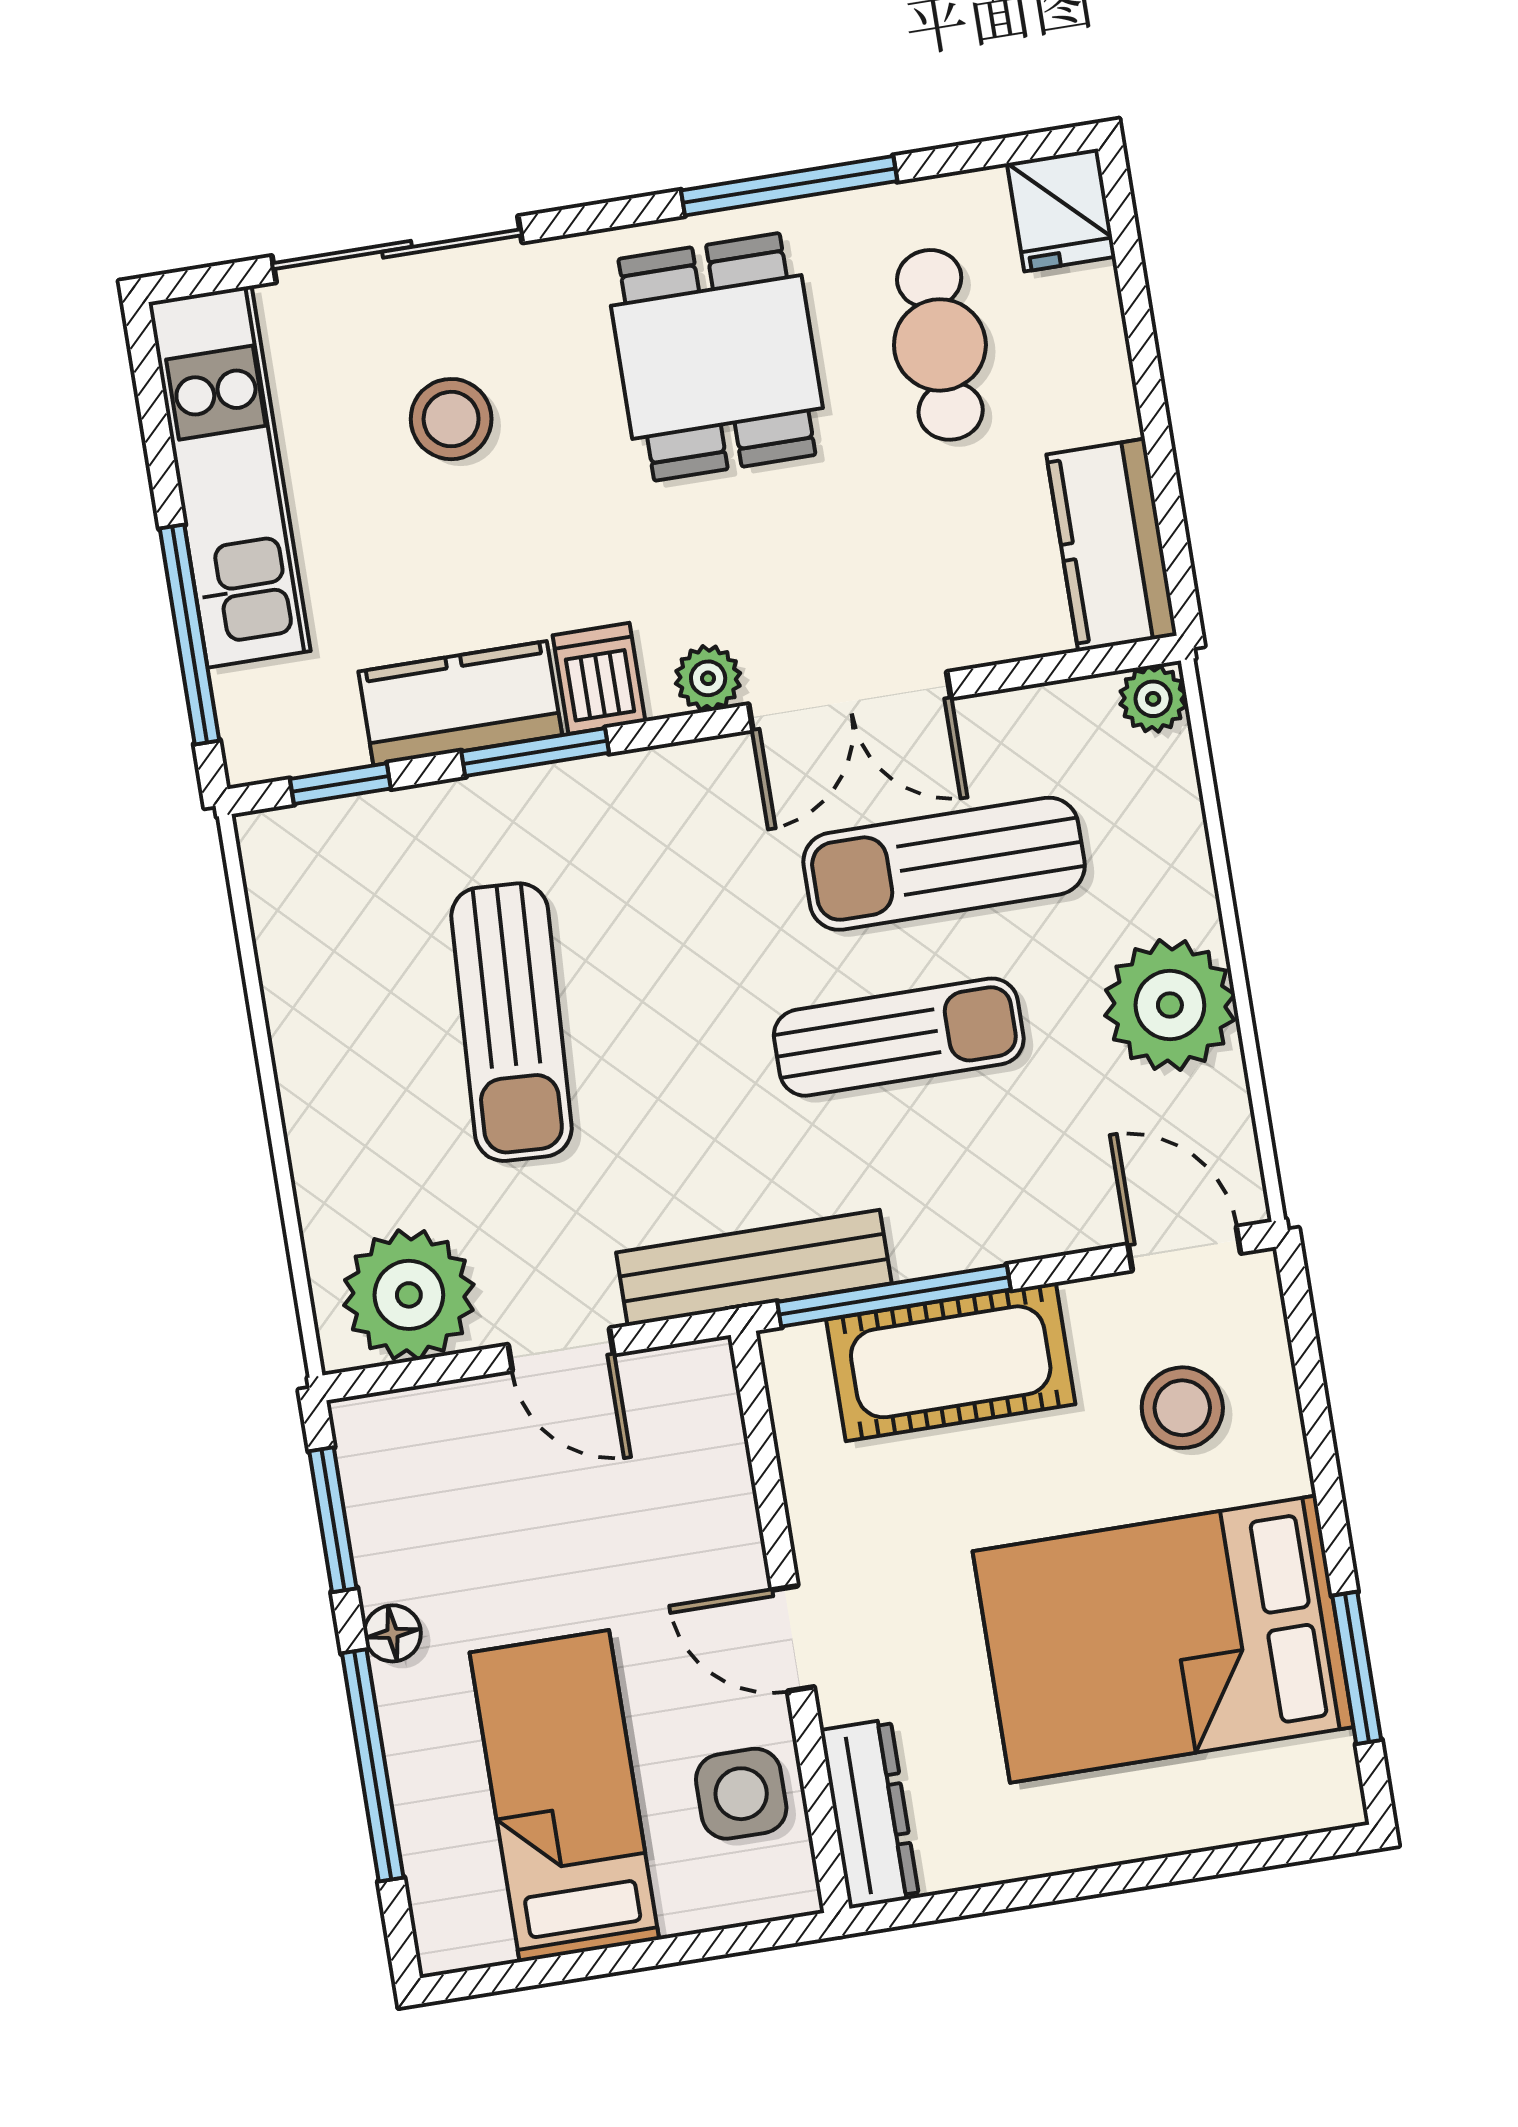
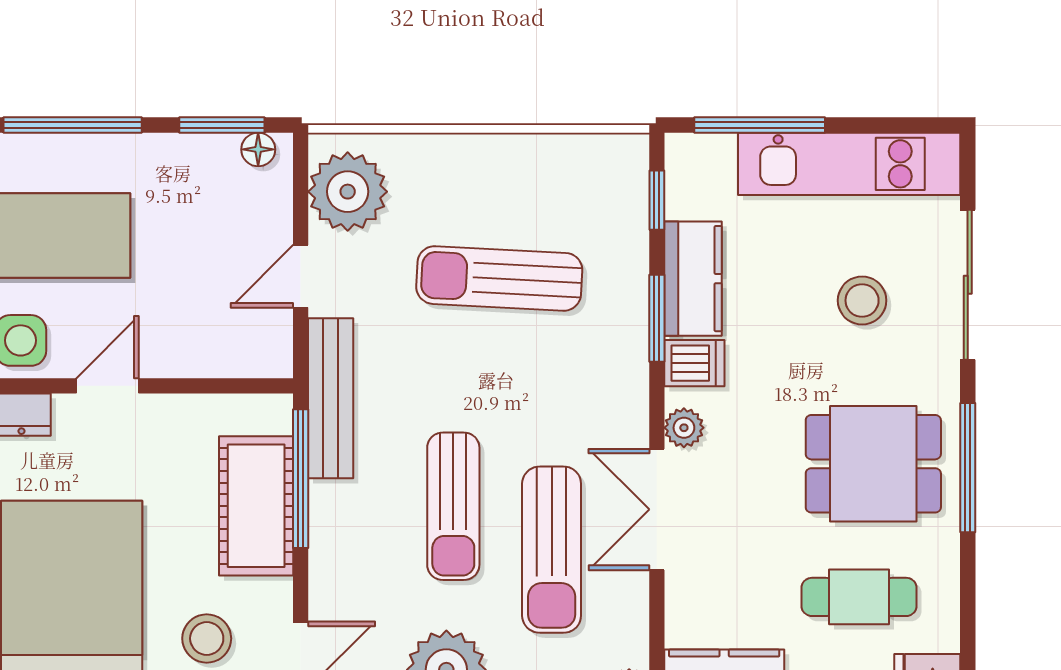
window: (789, 186) -> (968, 468), moved
sun lounger: (944, 864) -> (552, 550), turned 180
floor lamp: (393, 1633) -> (258, 149), moved

